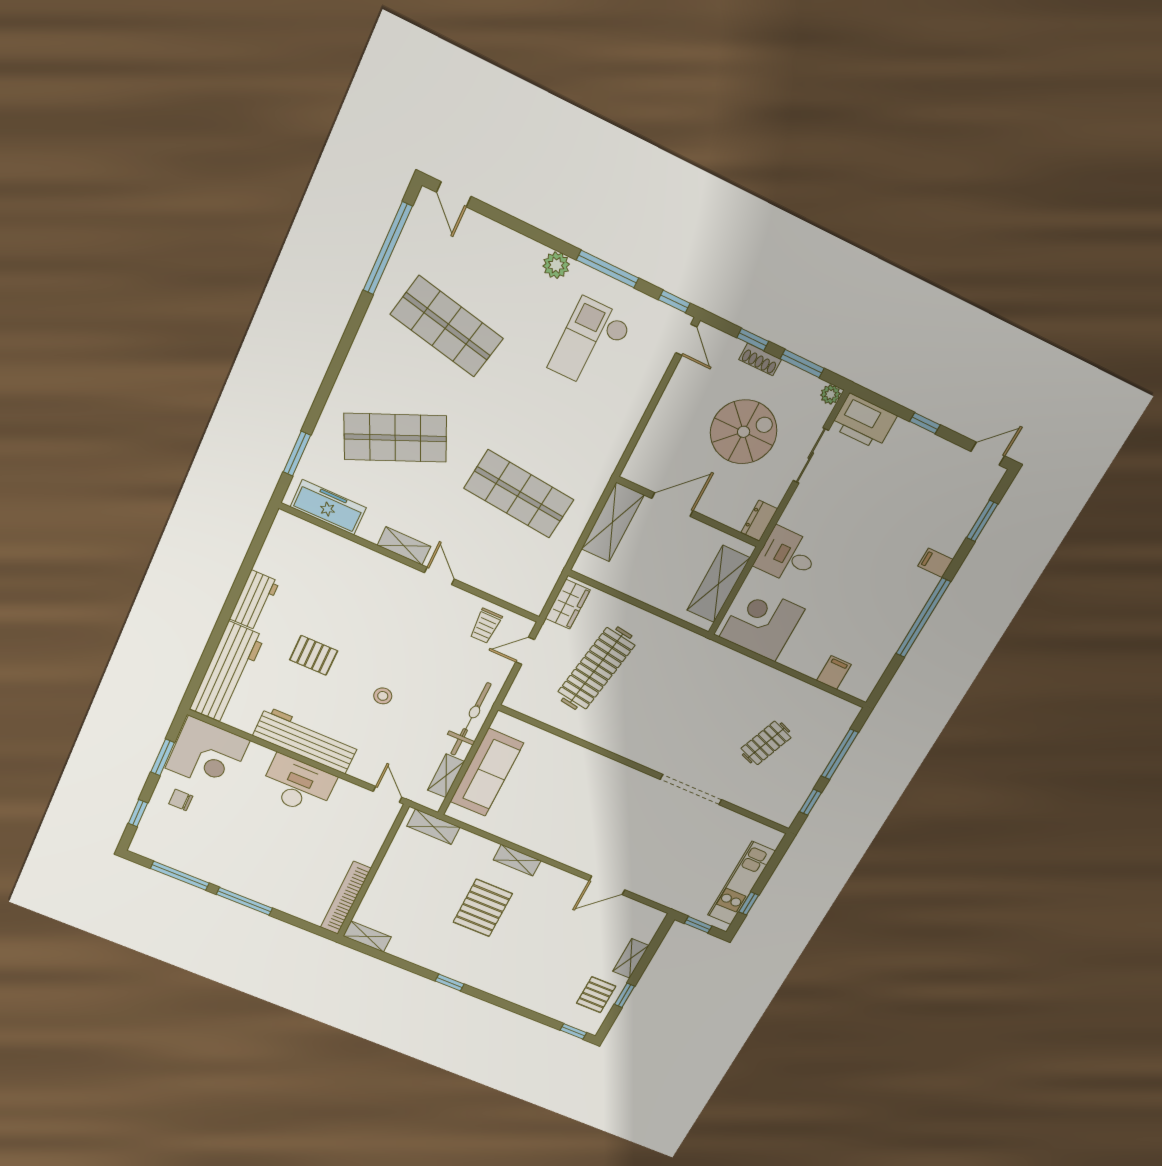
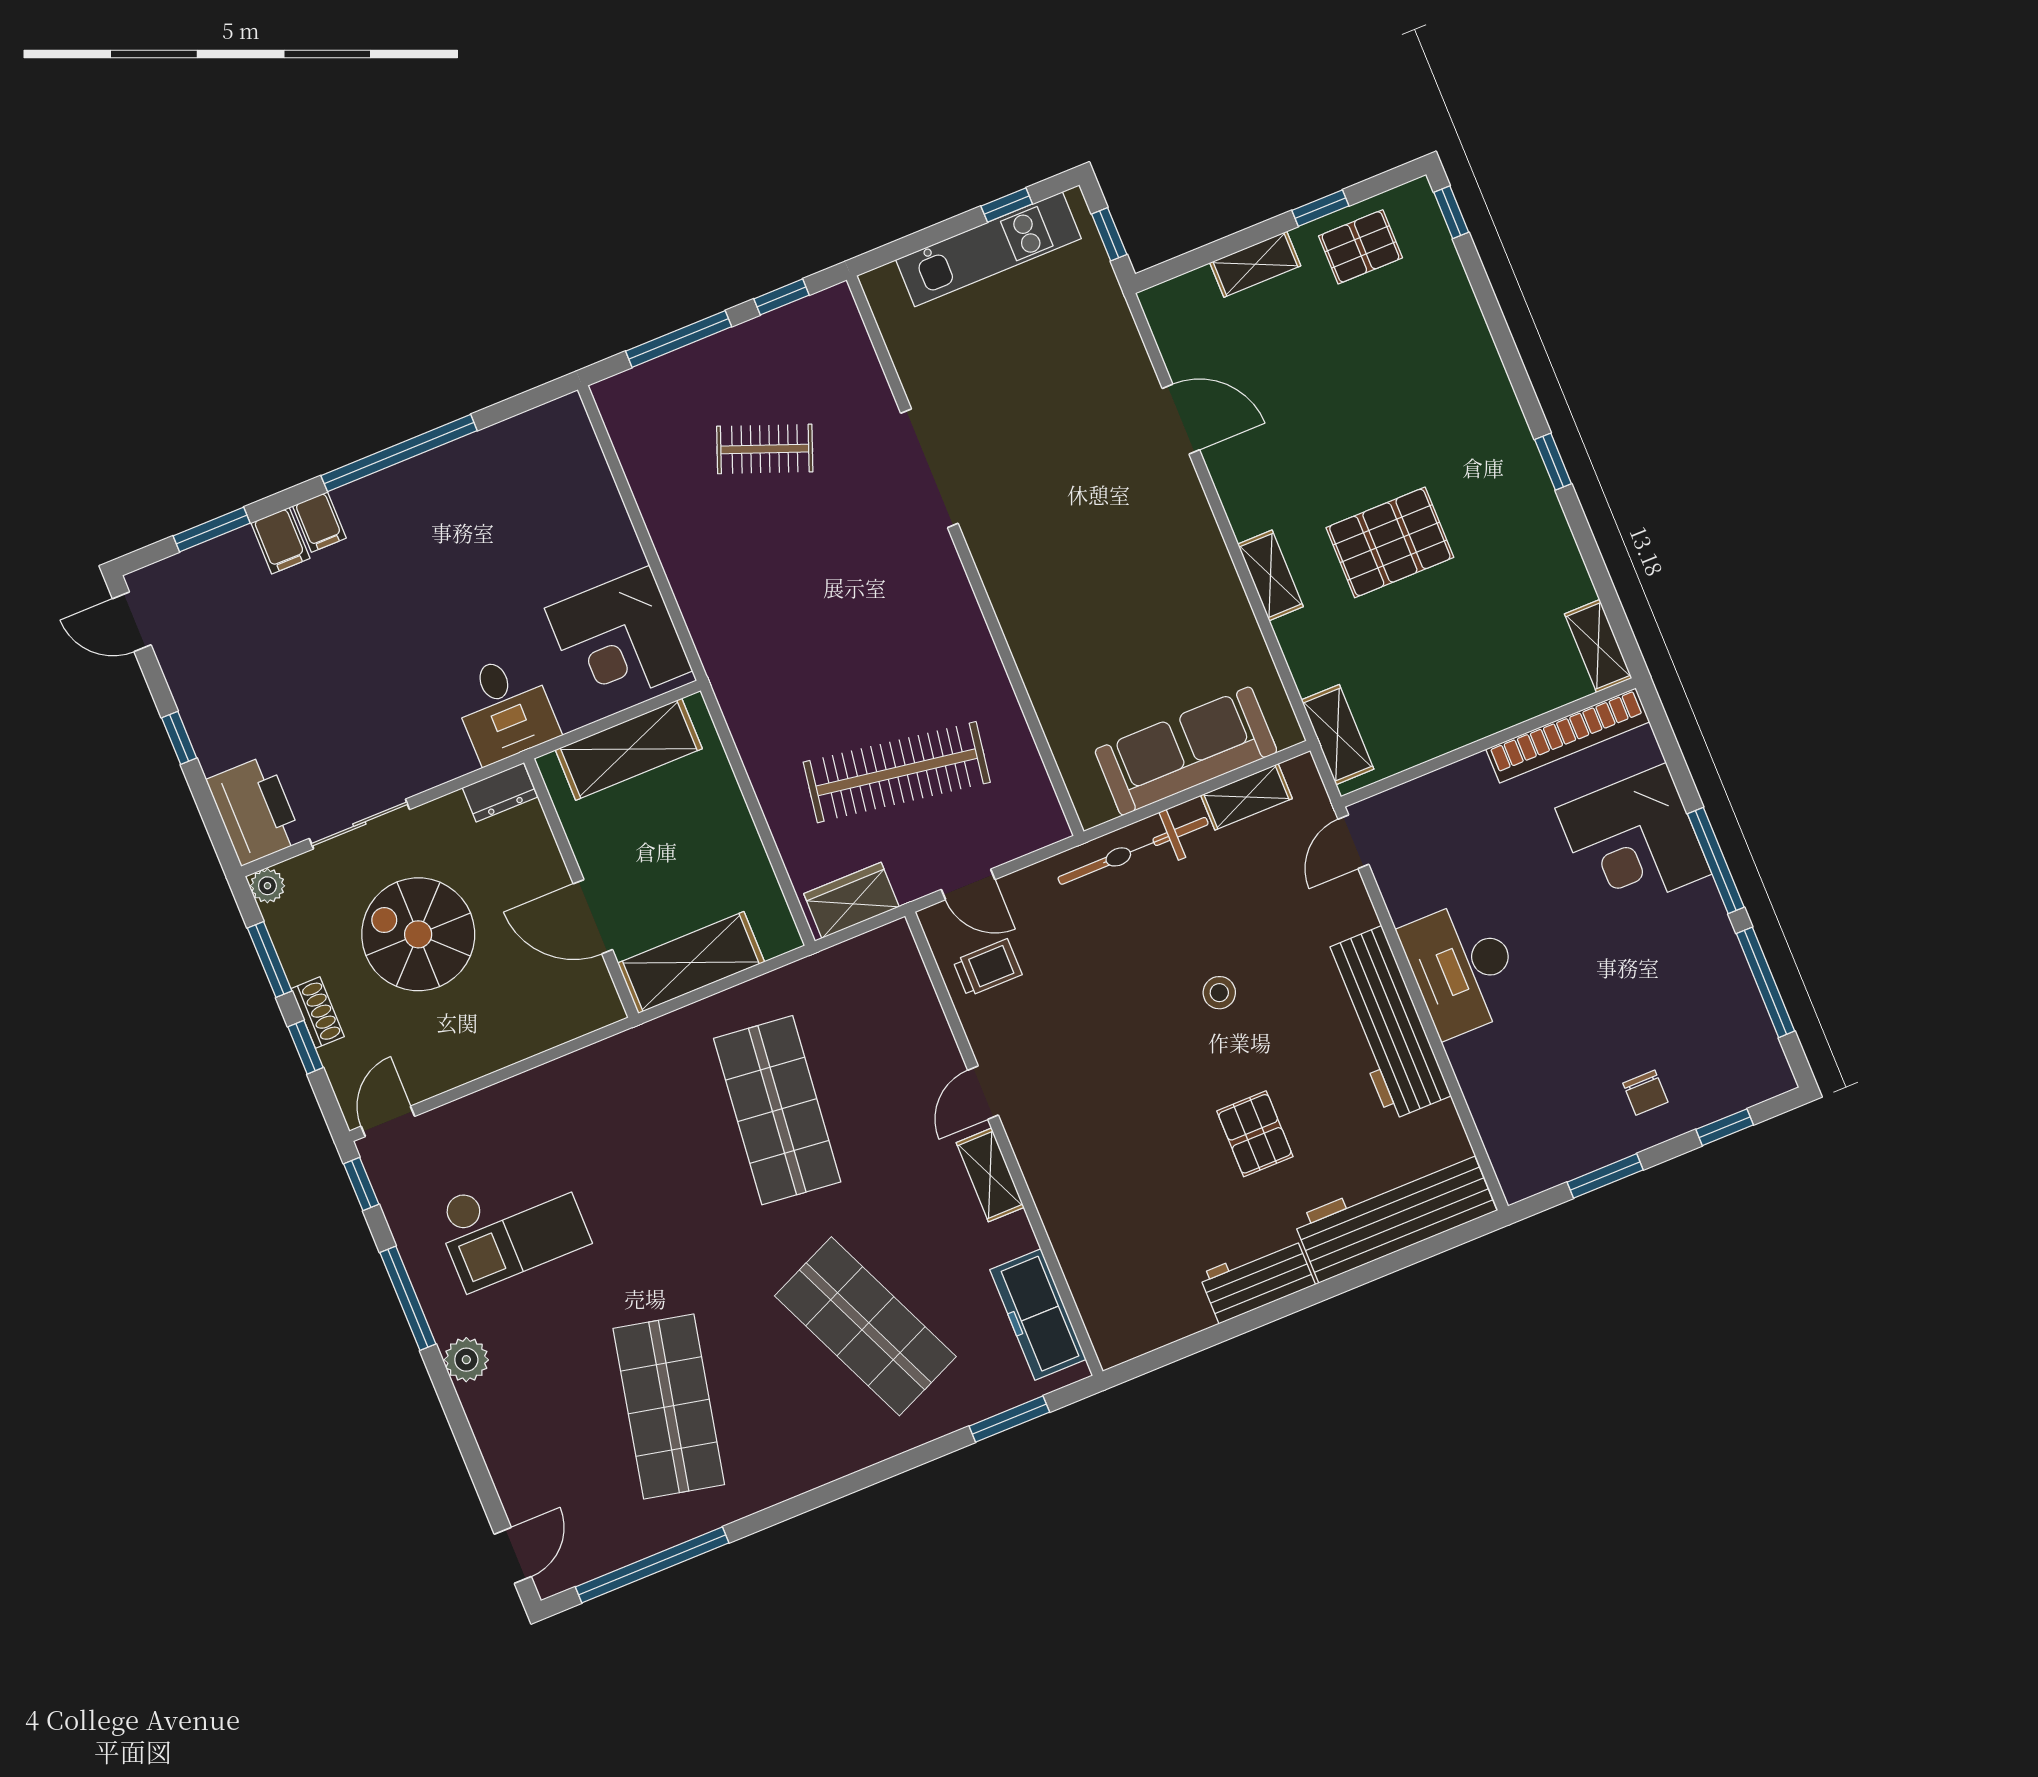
filing cabinet: (834, 672) -> (280, 541), moved, turned -90
corner desk: (208, 754) -> (1633, 841), moved, turned 180

